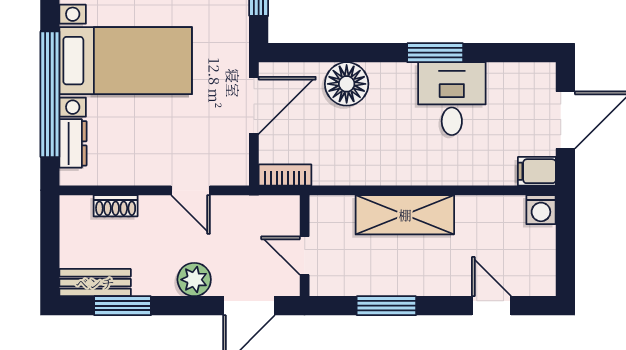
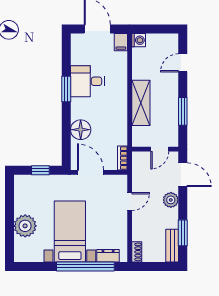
shoe rack: (116, 206) -> (137, 252), moved

